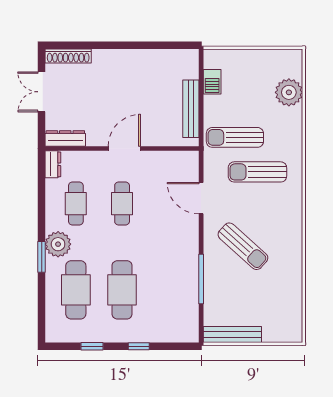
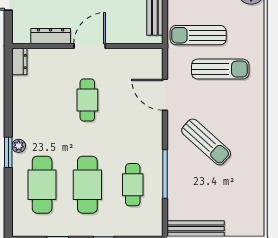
dresser: (65, 138) -> (51, 36), moved
sun lounger: (257, 172) -> (220, 69), turned 180
cafe table: (76, 204) -> (133, 185), moved
plant: (58, 244) -> (19, 146), width x0.53, depth x0.53

